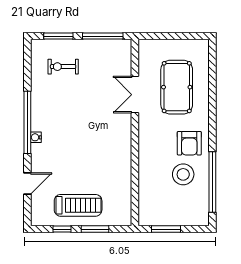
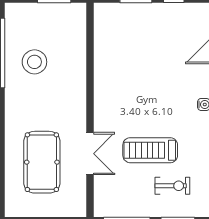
armchair: (189, 143) -> (27, 98), removed
treadmill: (78, 205) -> (150, 150), moved

